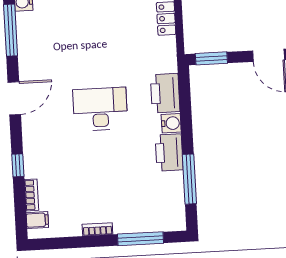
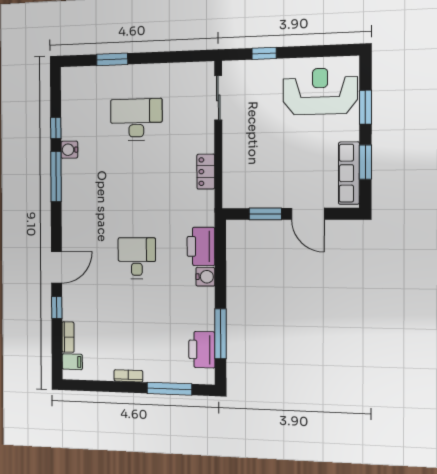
window: (211, 58) -> (265, 214), moved
door: (14, 98) -> (56, 267), moved
desk: (100, 109) -> (137, 258), width x0.73
printer: (169, 153) -> (202, 350), moved

